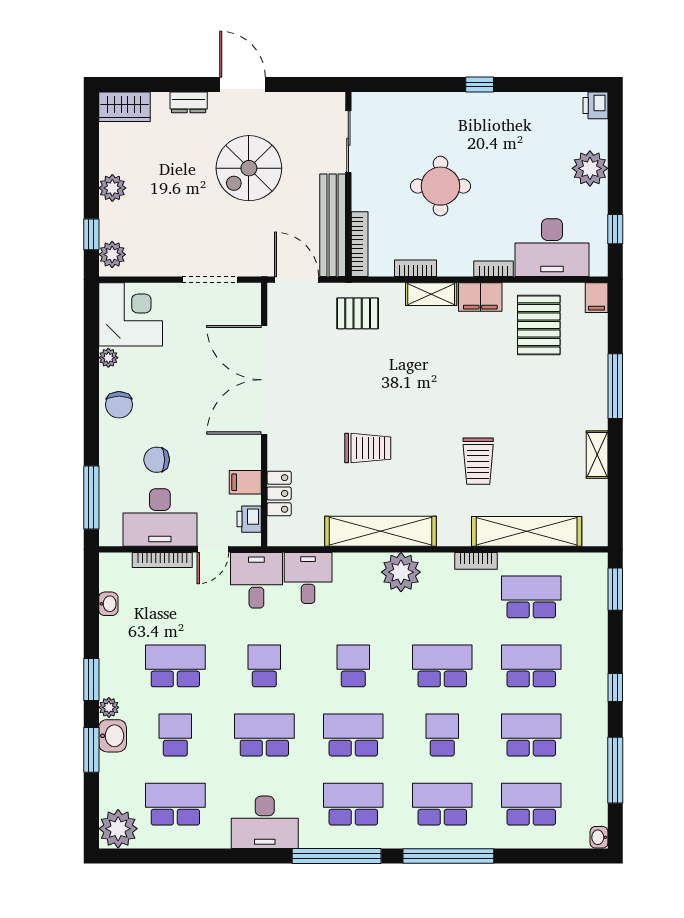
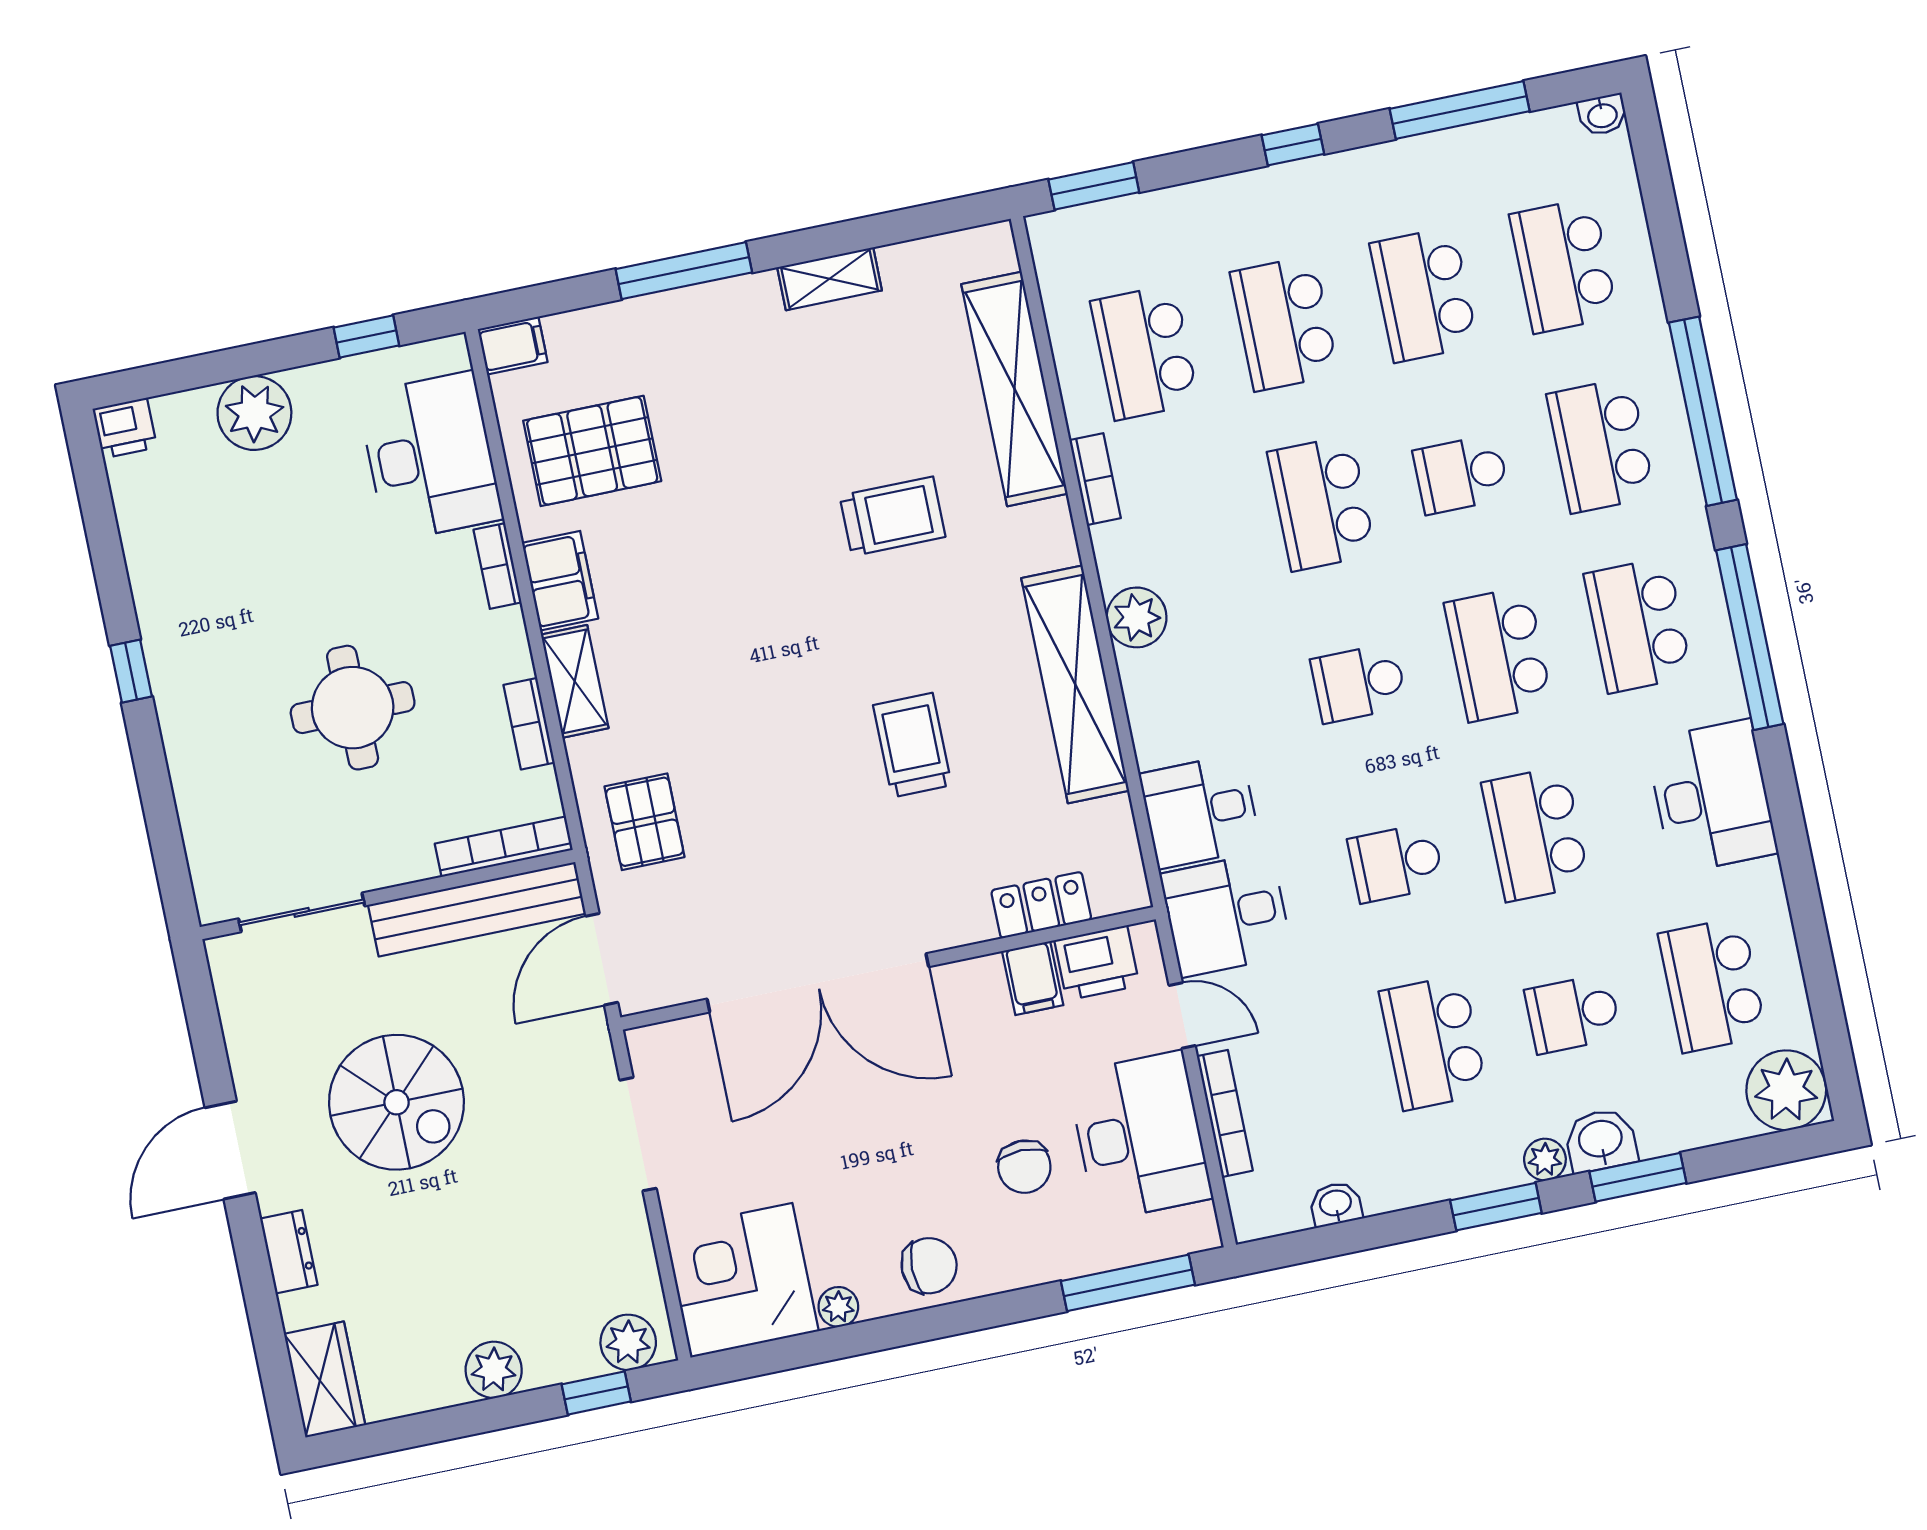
printer: (249, 519) -> (1097, 963), width x1.36, depth x1.24
plant: (401, 572) -> (1137, 617), width x0.73, depth x0.73

